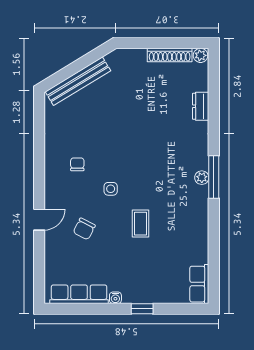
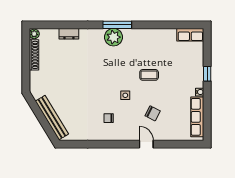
plant: (202, 178) -> (114, 37), width x1.87, depth x1.87

